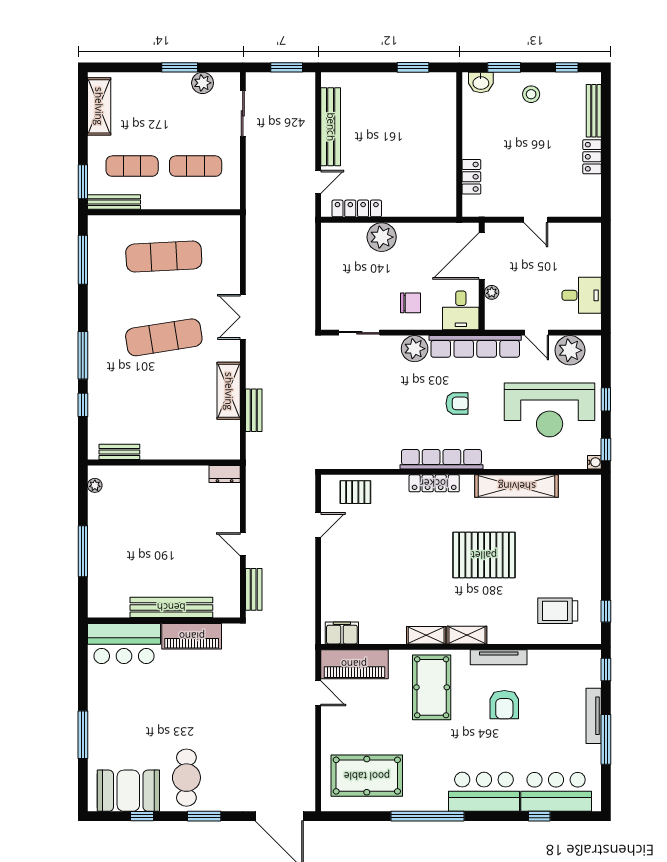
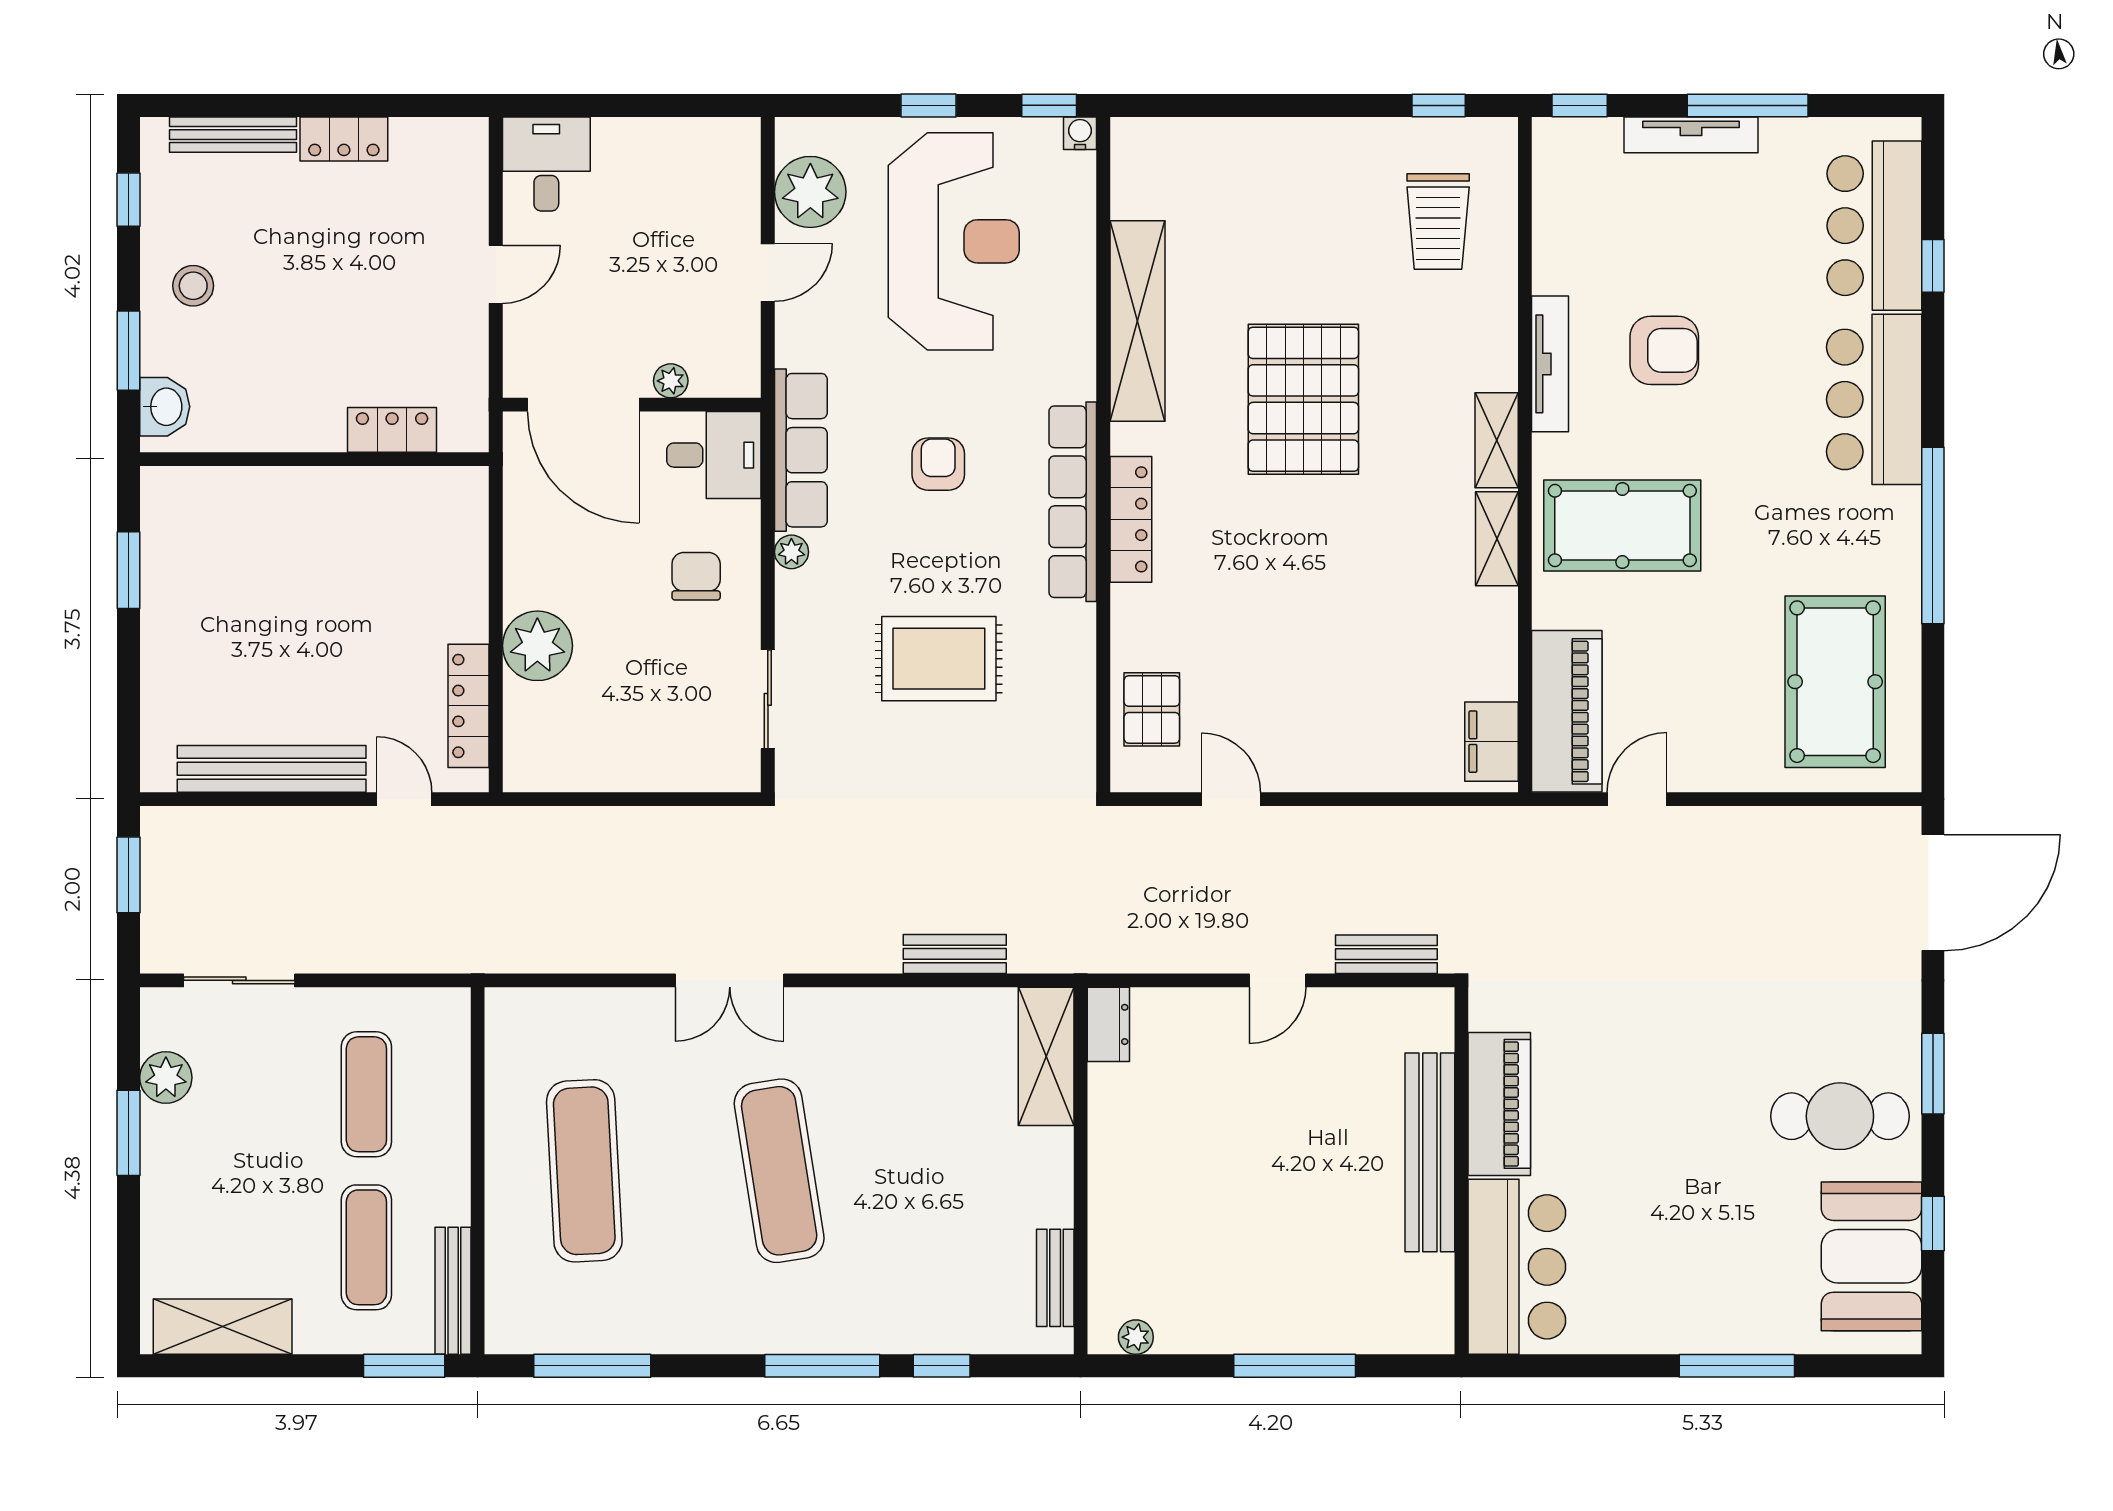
desk: (582, 295) -> (546, 164), moved
row of seats: (475, 346) -> (801, 450), width x0.73
plant: (415, 349) -> (791, 552), width x0.53, depth x0.53
shelving: (229, 391) -> (1046, 1056), moved, turned 90
rug: (376, 404) -> (939, 659), added

